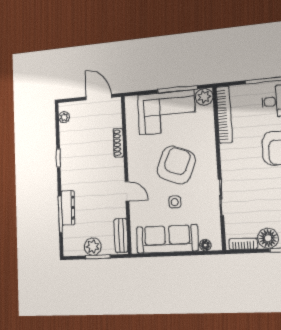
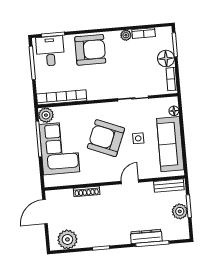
plant: (64, 117) -> (67, 239), width x1.87, depth x1.87

